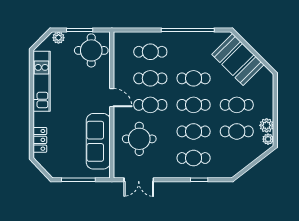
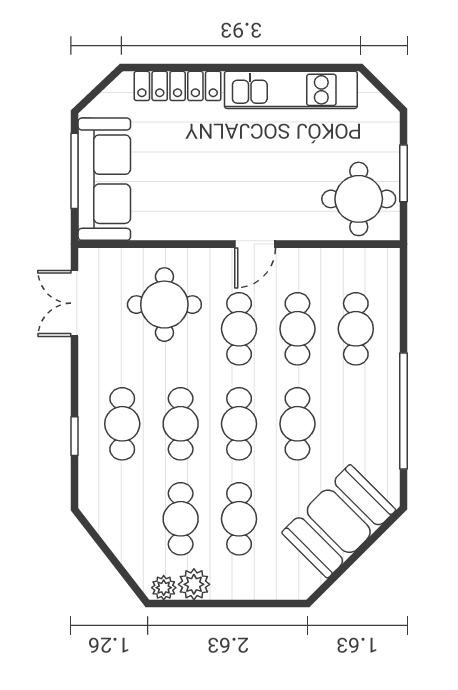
plant: (58, 38) -> (387, 127), removed
locker: (40, 140) -> (178, 86), width x1.53
sofa: (98, 141) -> (104, 179), moved, turned 90

